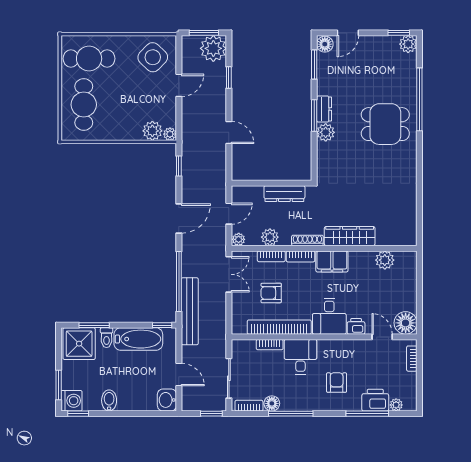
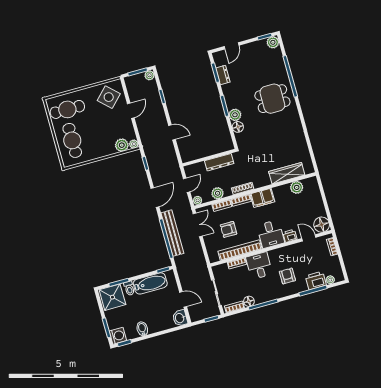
floor lamp: (325, 44) -> (238, 127), moved
plant: (213, 48) -> (149, 75), width x0.53, depth x0.53
dresser: (324, 109) -> (223, 75), moved
wardrobe: (350, 236) -> (287, 173), moved
bench: (190, 311) -> (172, 233), moved

